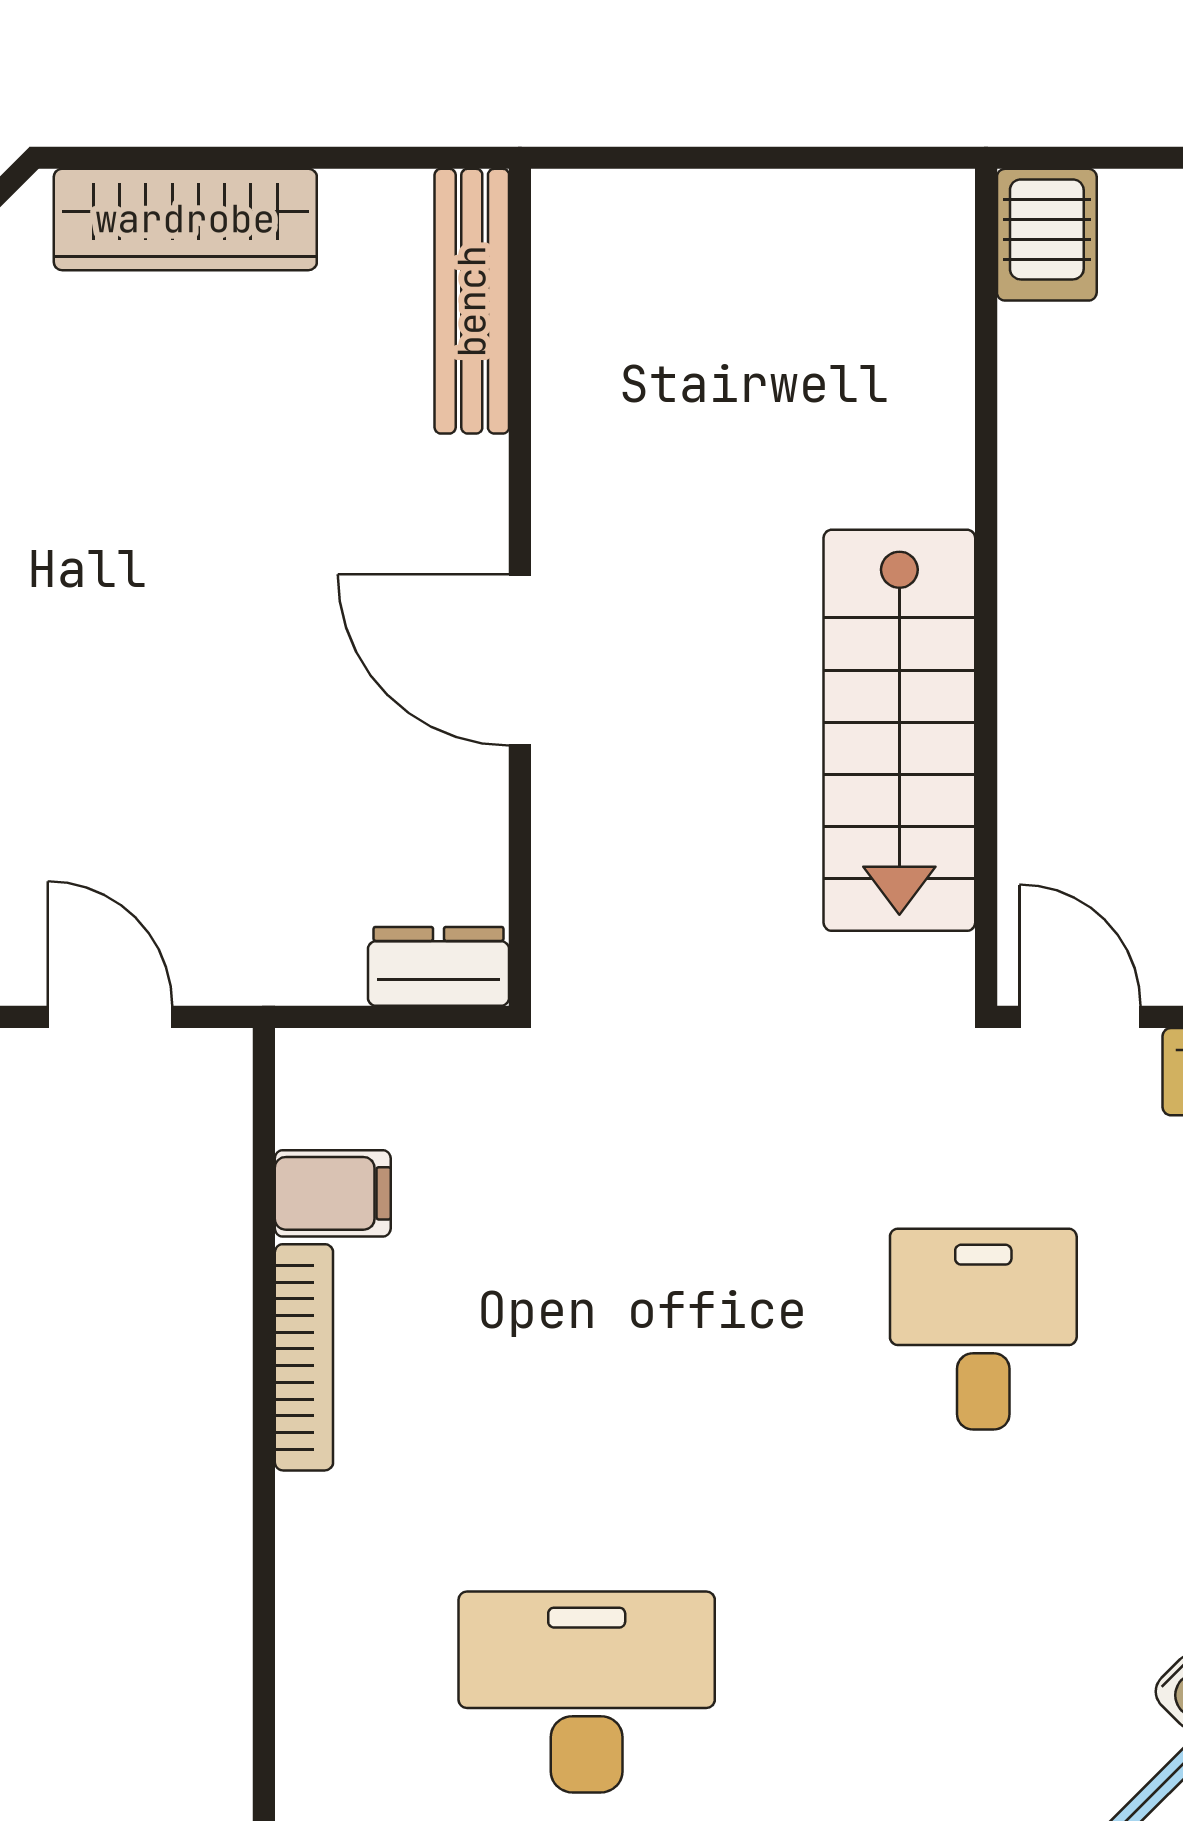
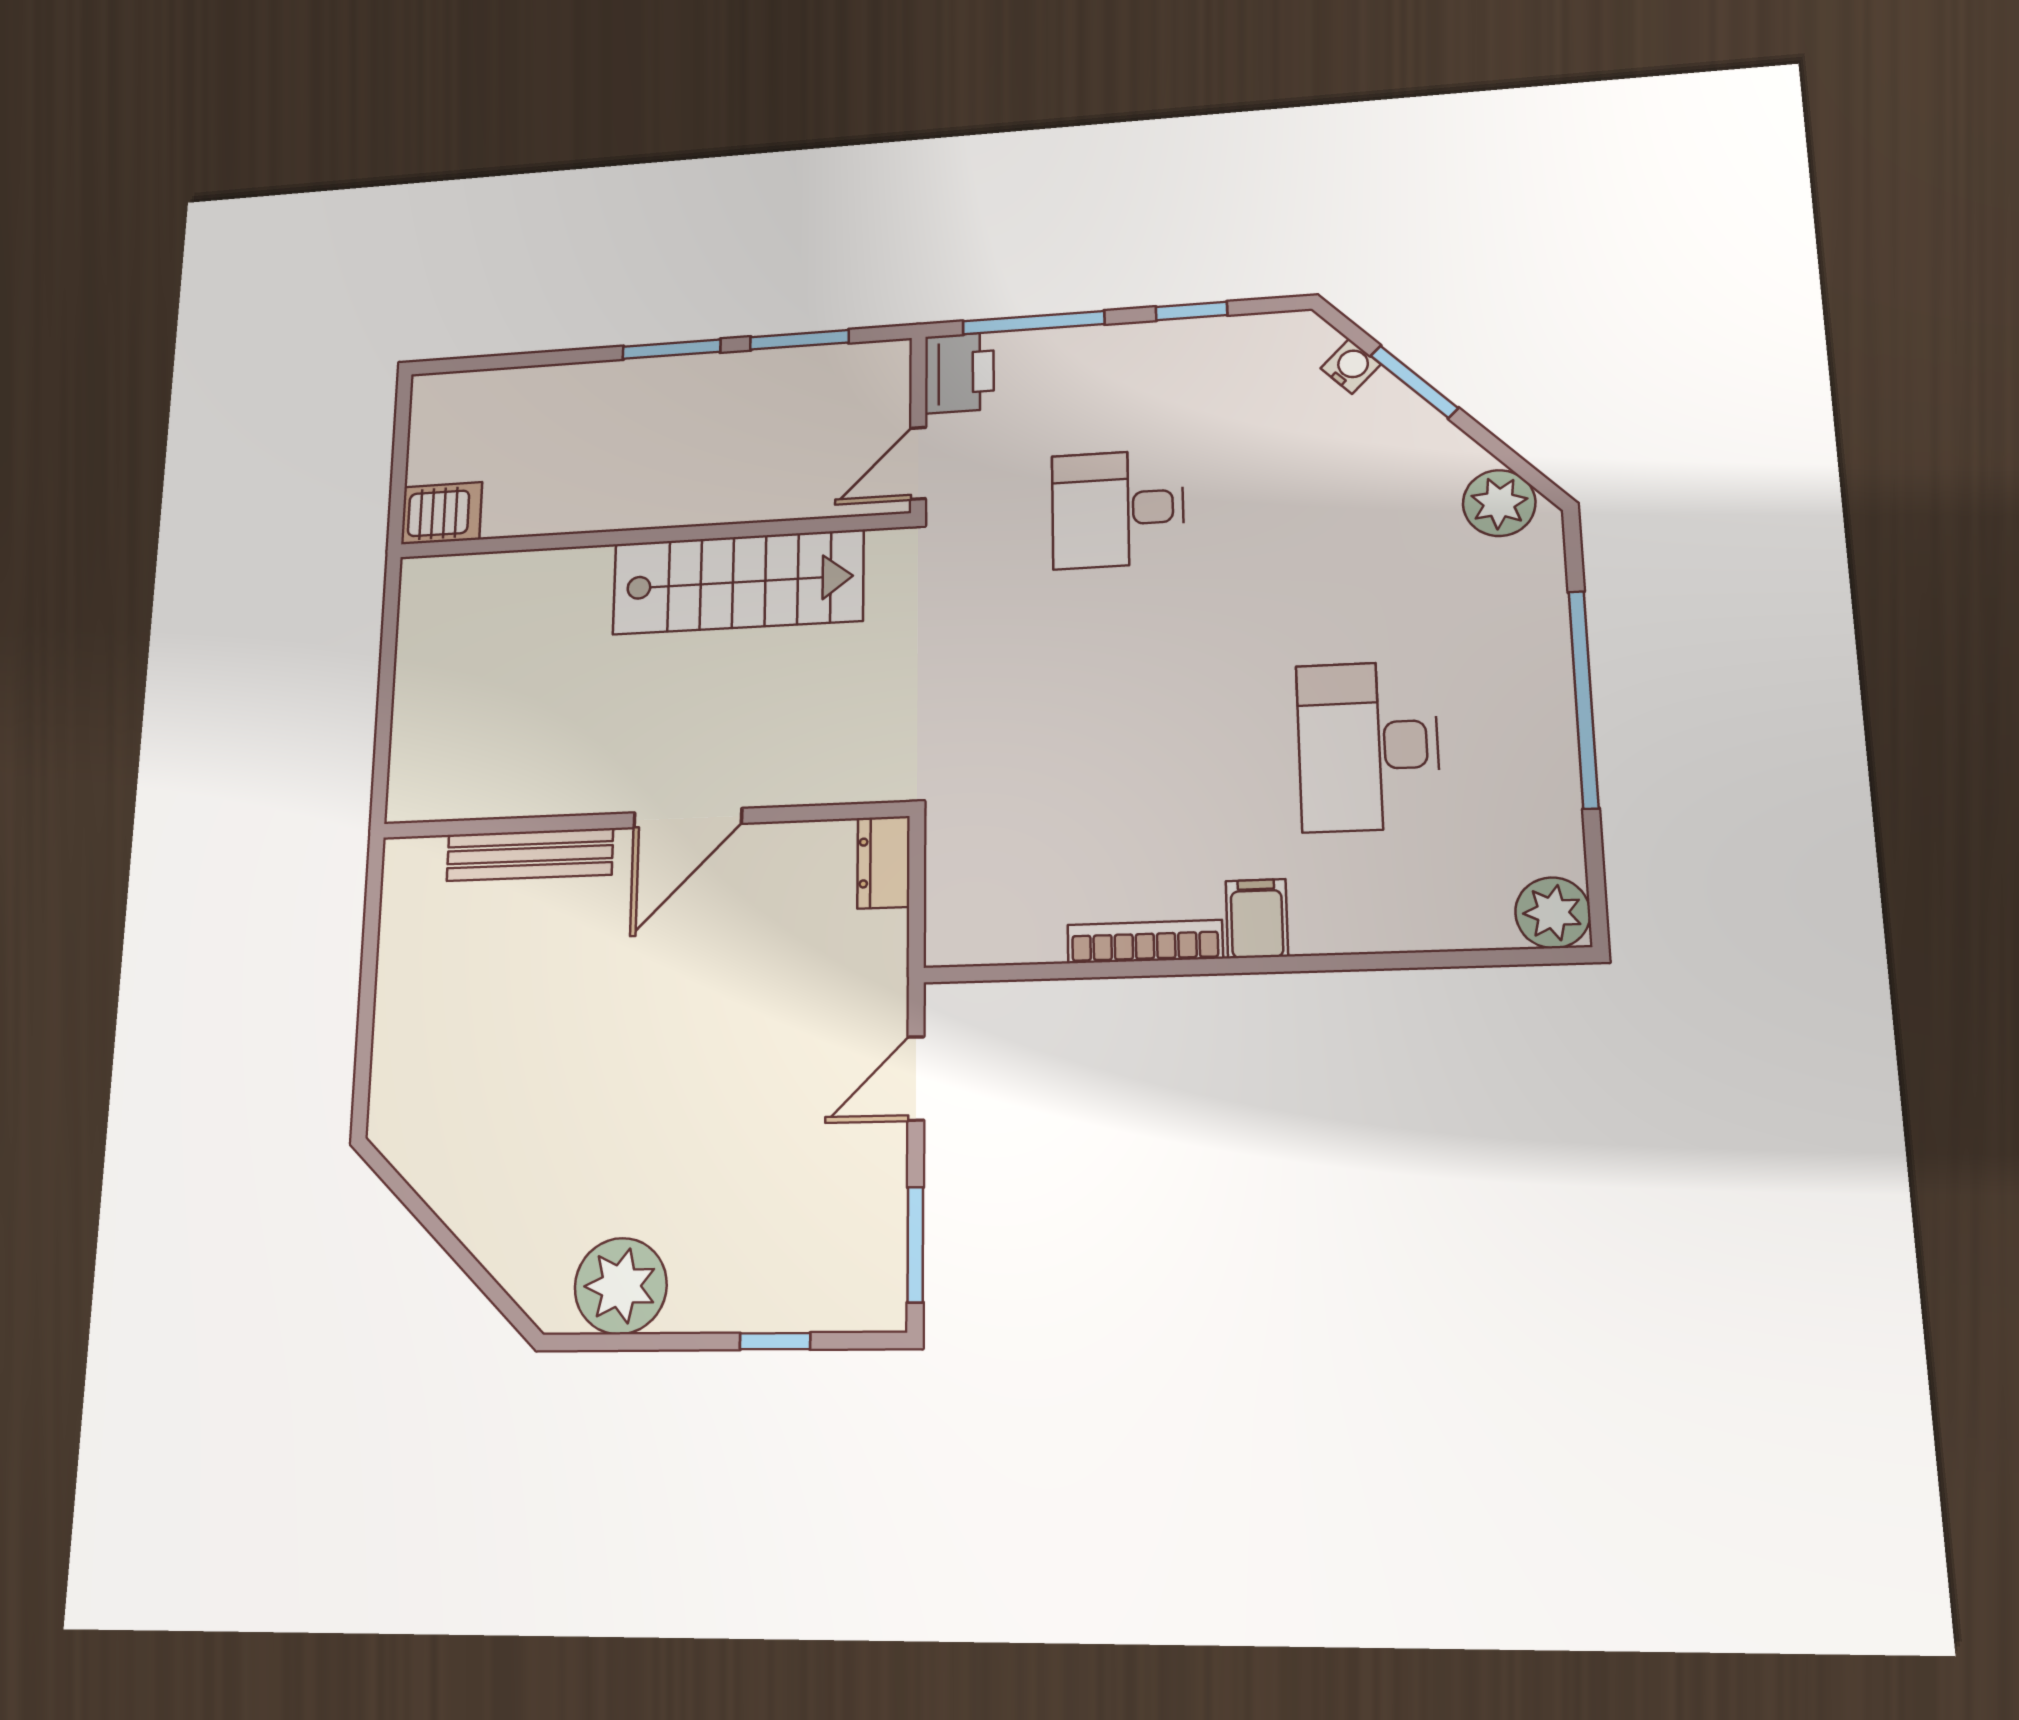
wardrobe: (185, 219) -> (403, 1042), removed
bench: (472, 301) -> (530, 855), moved
filing cabinet: (333, 1193) -> (1257, 919), moved

